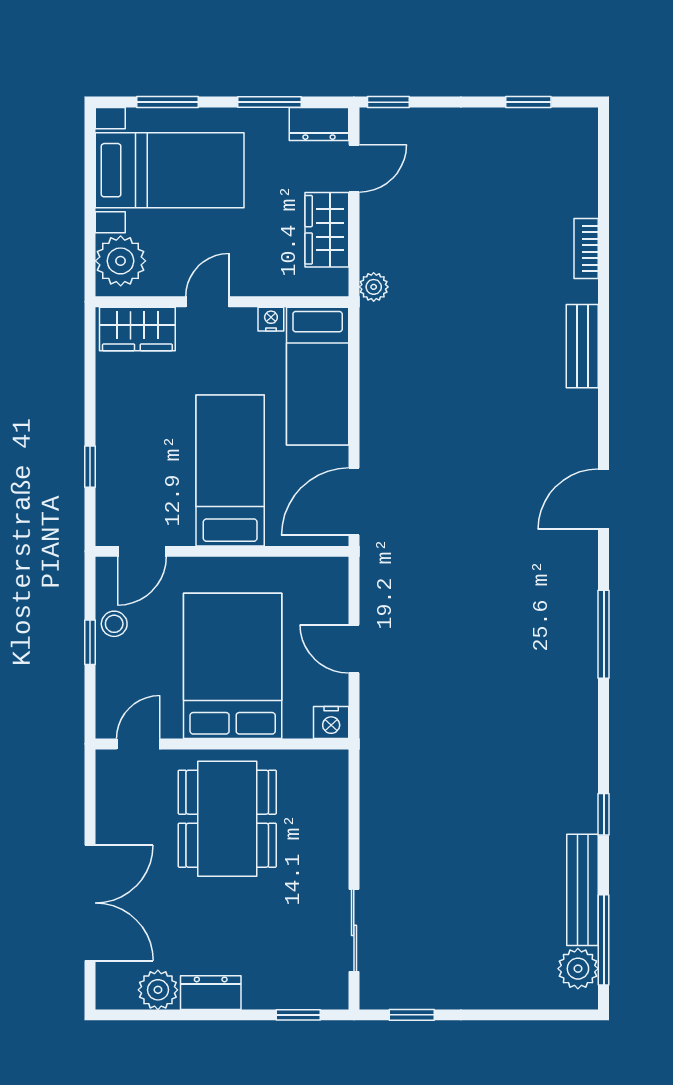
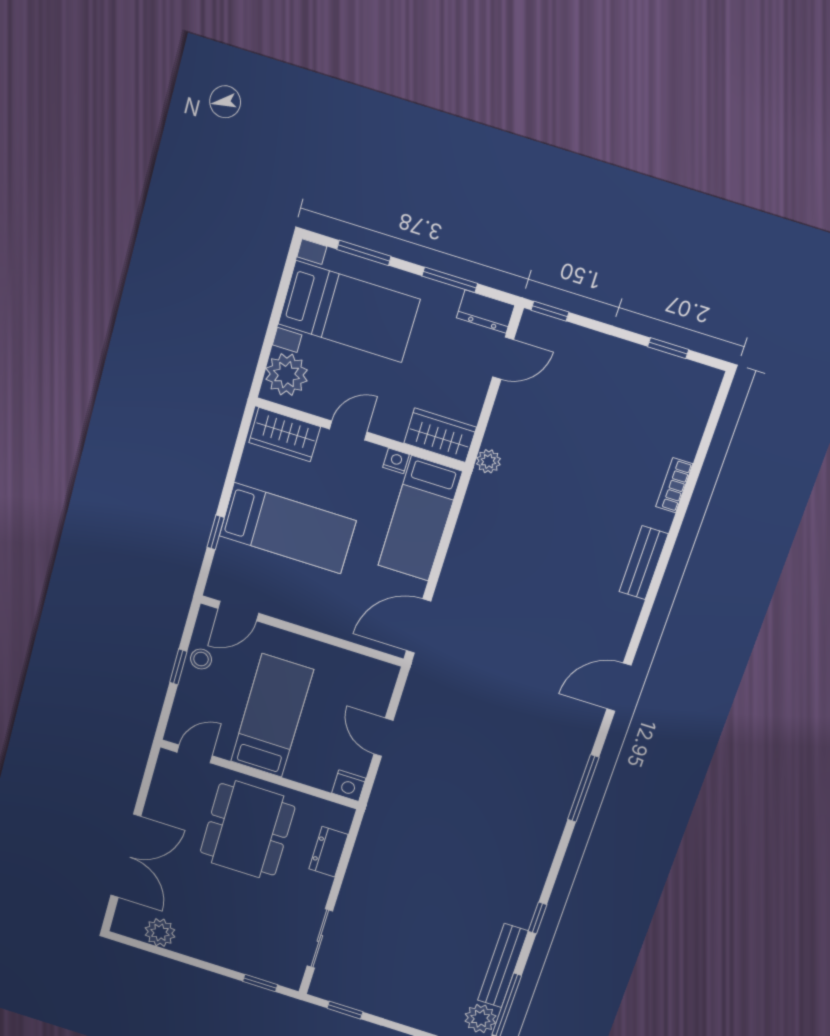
wardrobe: (327, 230) -> (440, 435), moved, turned 90
bed: (230, 470) -> (287, 528), moved, turned 90
bed: (233, 666) -> (272, 716), width x0.67
dresser: (211, 993) -> (328, 852), moved, turned -90

